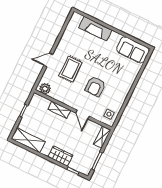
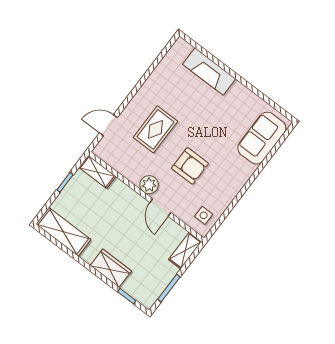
sofa: (133, 50) -> (262, 138), moved, turned 90
door: (48, 60) -> (108, 125), moved
armchair: (95, 87) -> (190, 166), turned -90
plant: (45, 89) -> (149, 185), moved
shelving: (59, 110) -> (97, 172), moved

